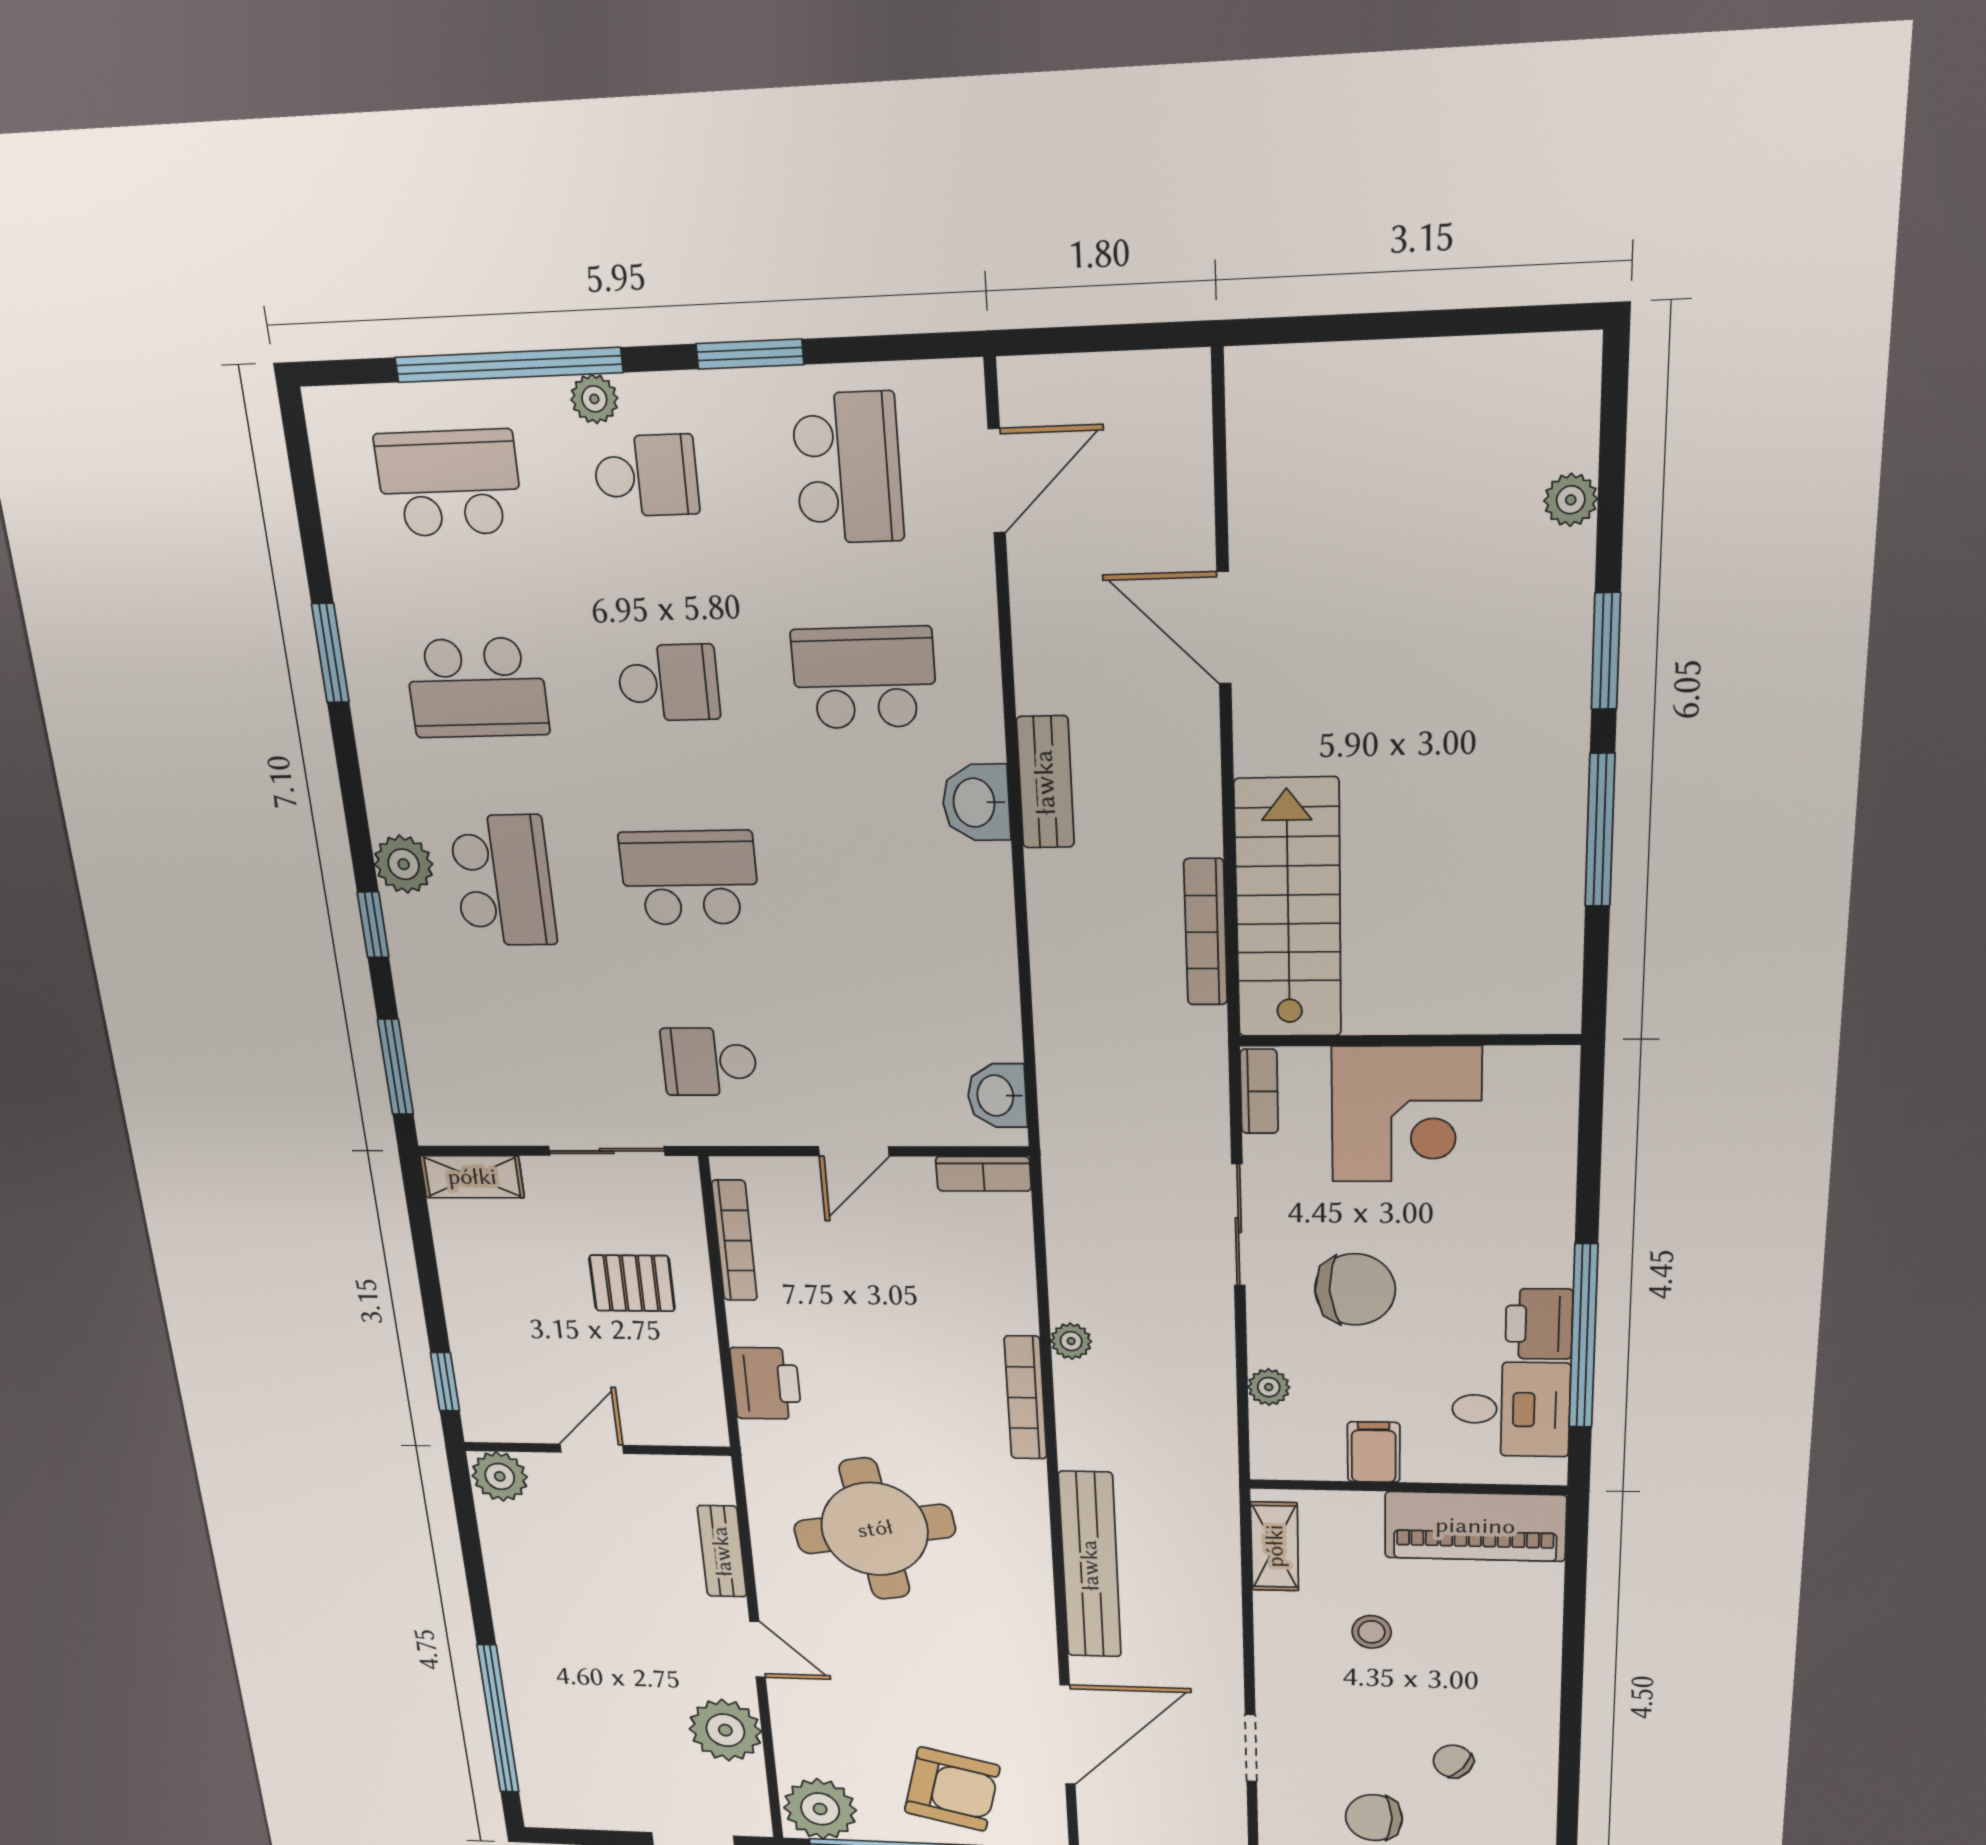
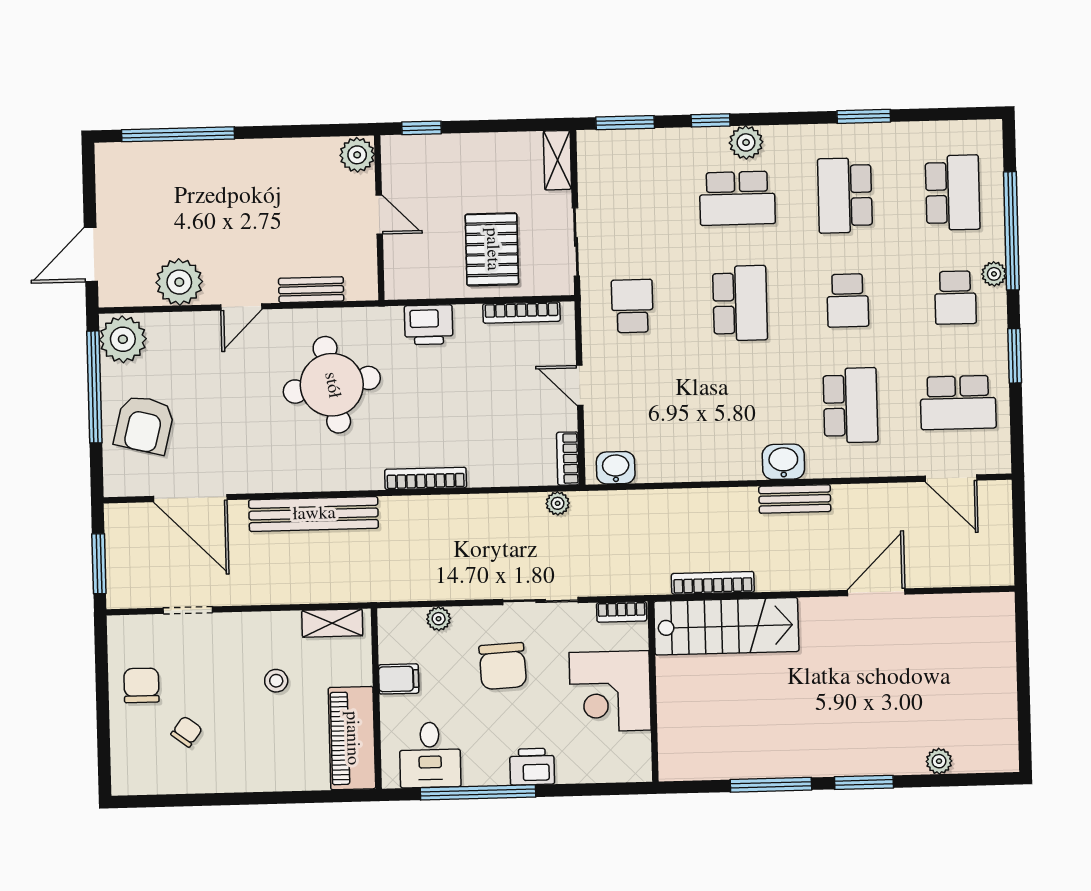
pallet: (632, 1283) -> (492, 249), width x1.50, depth x1.42
printer: (1539, 1324) -> (532, 767), moved
plant: (1071, 1341) -> (558, 503), moved

